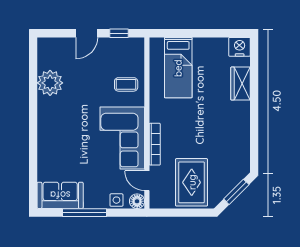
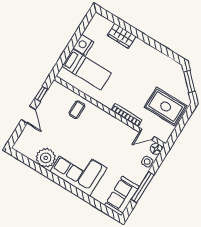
nightstand: (240, 47) -> (83, 45), moved
corner sofa: (122, 138) -> (78, 170), moved, turned 180

